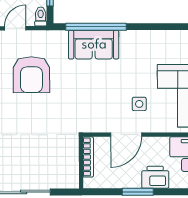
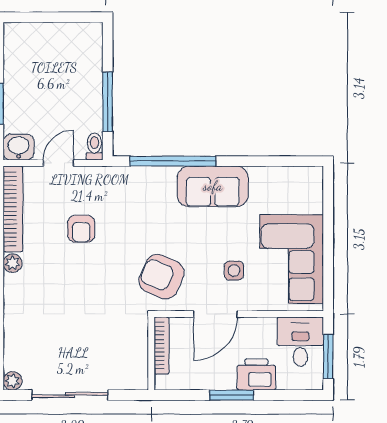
sofa: (94, 45) -> (213, 186), moved
armchair: (31, 75) -> (81, 229), width x0.53, depth x0.53
armchair: (88, 108) -> (161, 277), added

